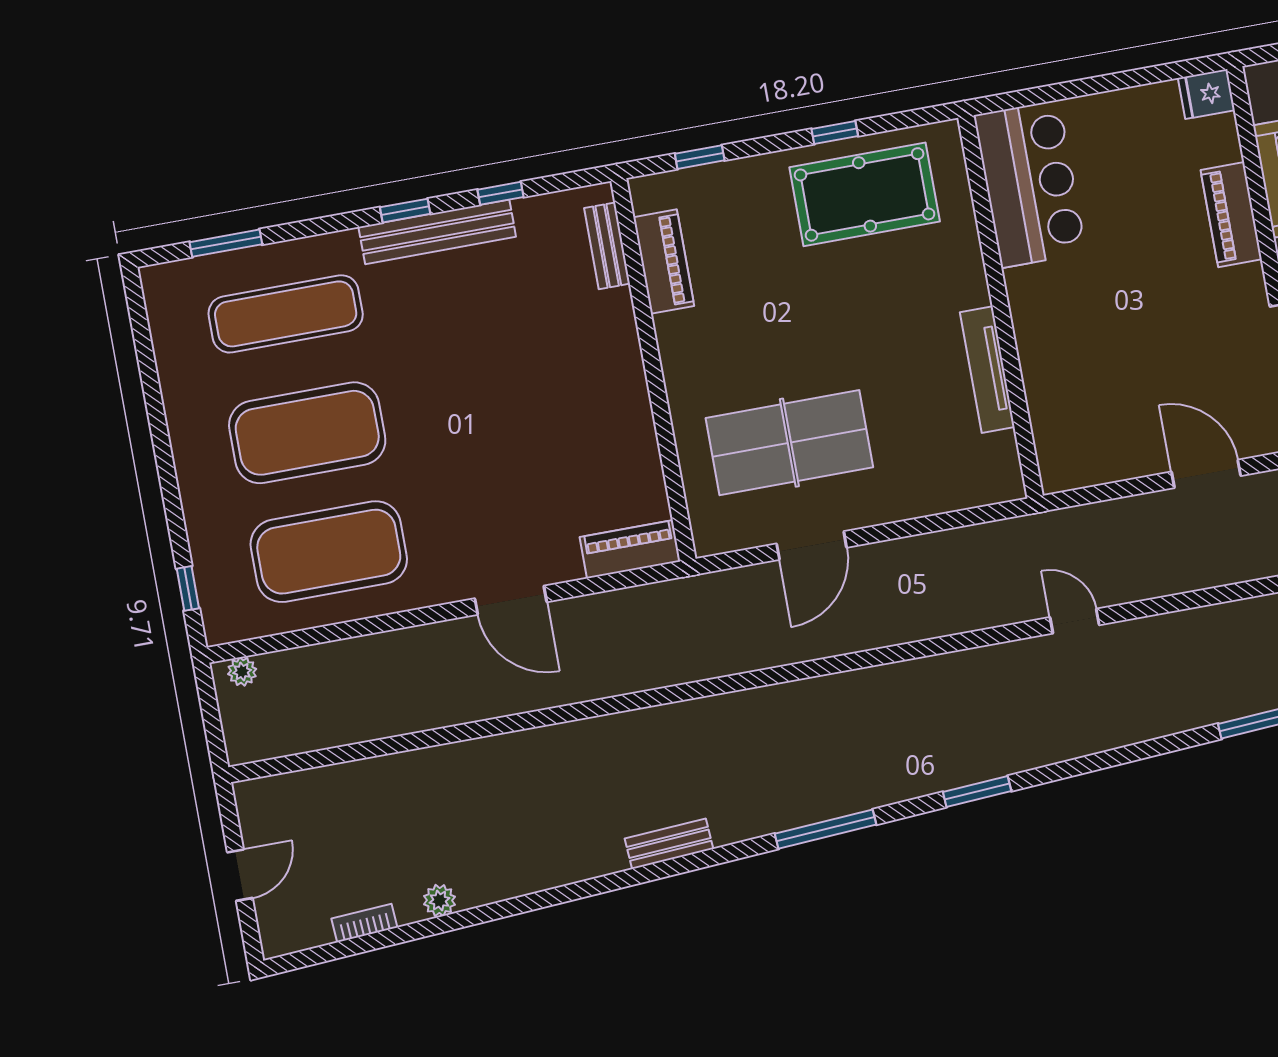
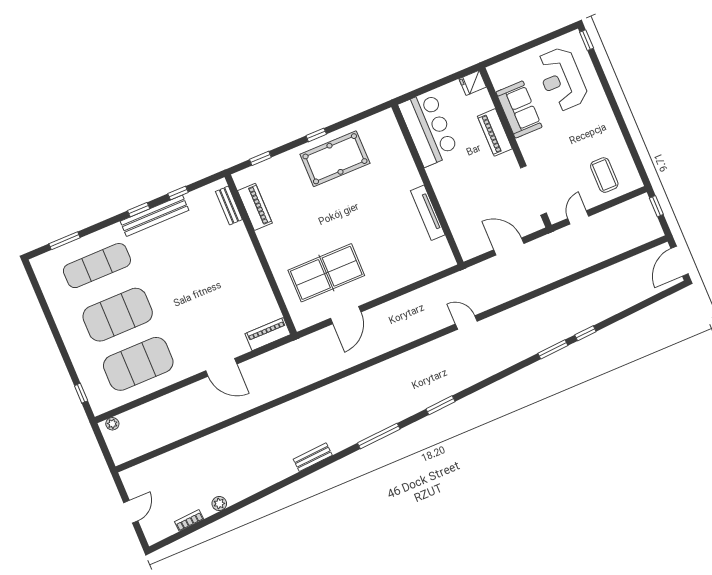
bar counter: (1030, 184) -> (428, 129), moved
wall: (1001, 307) -> (427, 184), moved
tv unit: (987, 370) -> (428, 213), moved

